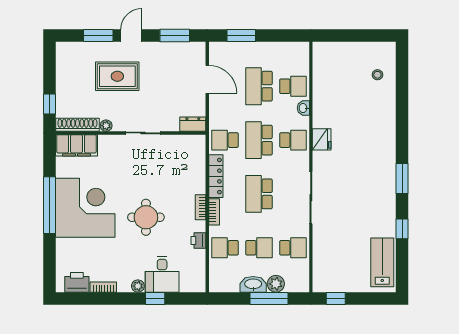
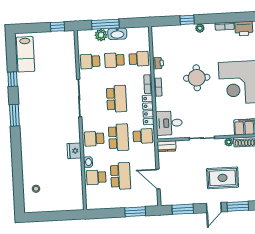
fridge: (322, 139) -> (74, 151), moved
desk: (162, 274) -> (169, 123), moved, turned -90

